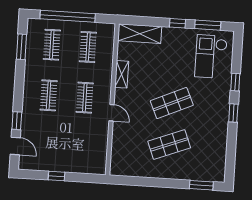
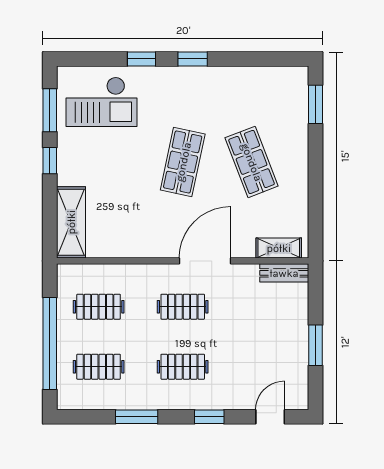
window: (21, 47) -> (137, 417), moved
shelving: (122, 74) -> (279, 248), moved
shop shelf: (172, 103) -> (183, 162), turned 36
door: (111, 113) -> (205, 261), width x1.88
window: (17, 121) -> (209, 417), moved
bench: (101, 160) -> (284, 273), added
window: (56, 176) -> (316, 345), width x1.50

